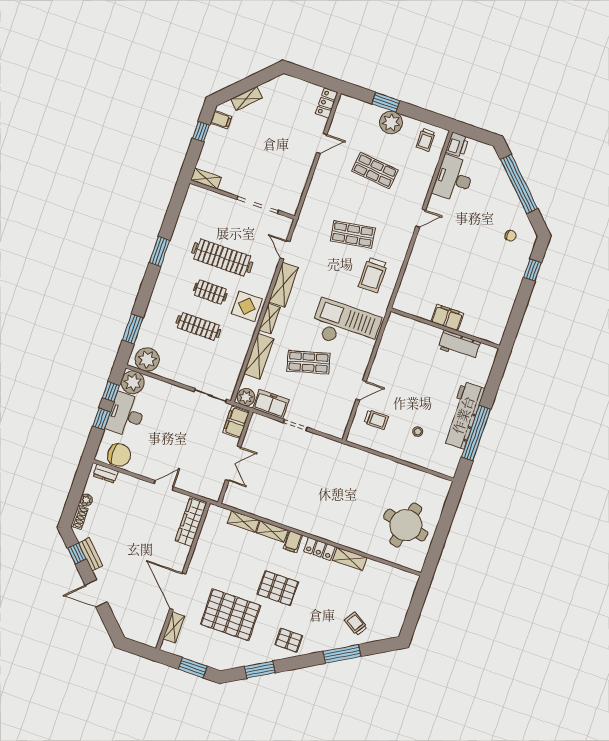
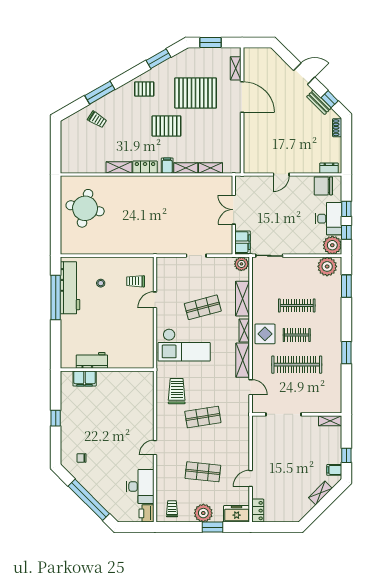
window: (532, 270) -> (56, 418), moved
filing cabinet: (447, 318) -> (85, 378), moved
freezer: (271, 404) -> (237, 514), moved, turned 180
workbench: (463, 415) -> (70, 288), moved
plant: (86, 500) -> (337, 143), removed
wardrobe: (191, 522) -> (251, 153), removed

